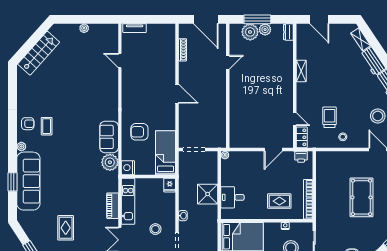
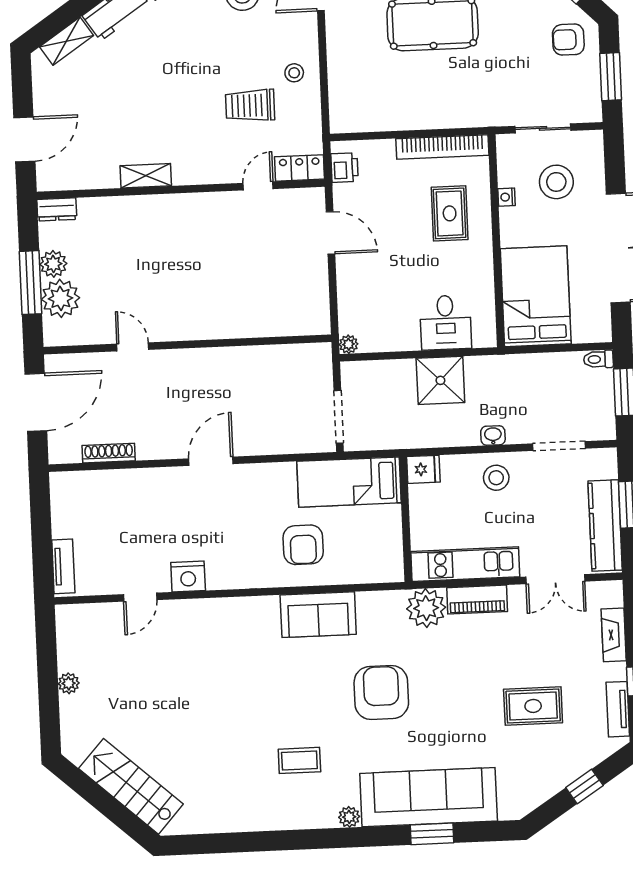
armchair: (28, 124) -> (381, 692), moved, width x1.88, depth x1.88
plant: (110, 162) -> (426, 608), moved
nightstand: (128, 168) -> (188, 576), moved
stool: (155, 229) -> (496, 478), moved

